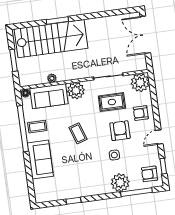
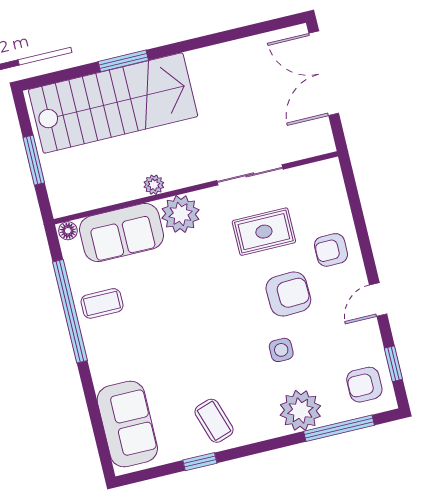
plant: (52, 78) -> (154, 185), moved
plant: (140, 83) -> (323, 182), removed
armchair: (120, 131) -> (288, 294), turned 88
coffee table: (78, 133) -> (214, 421), moved
sofa: (40, 160) -> (127, 424), moved

